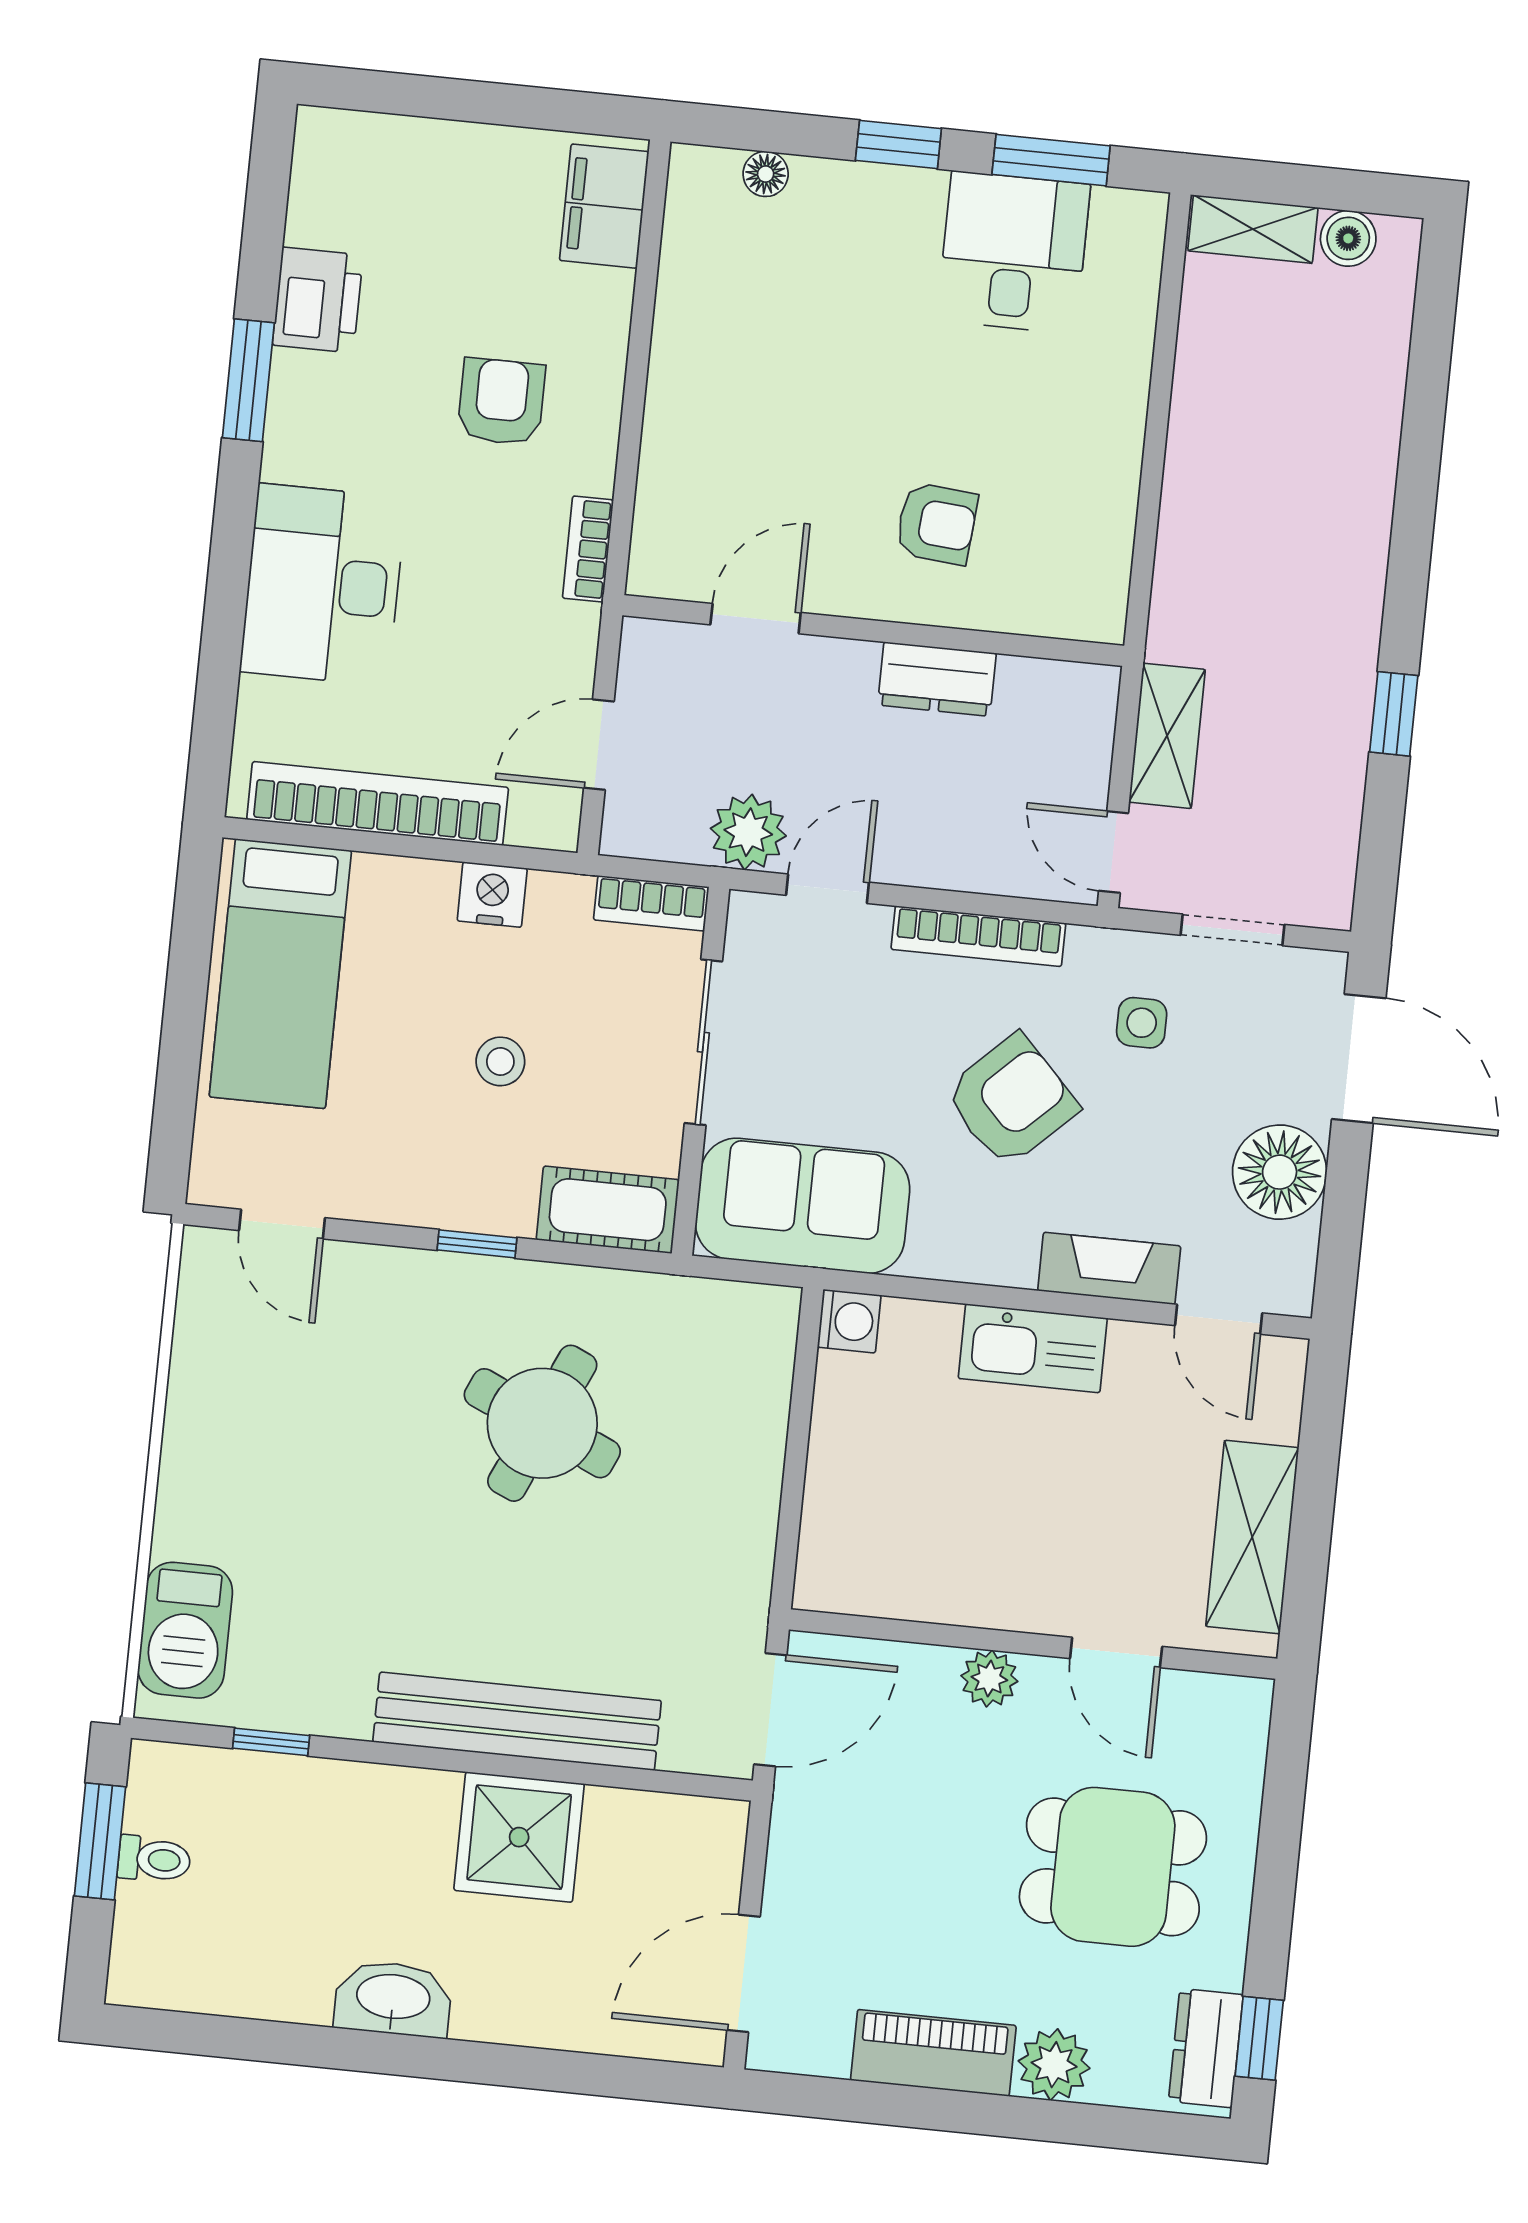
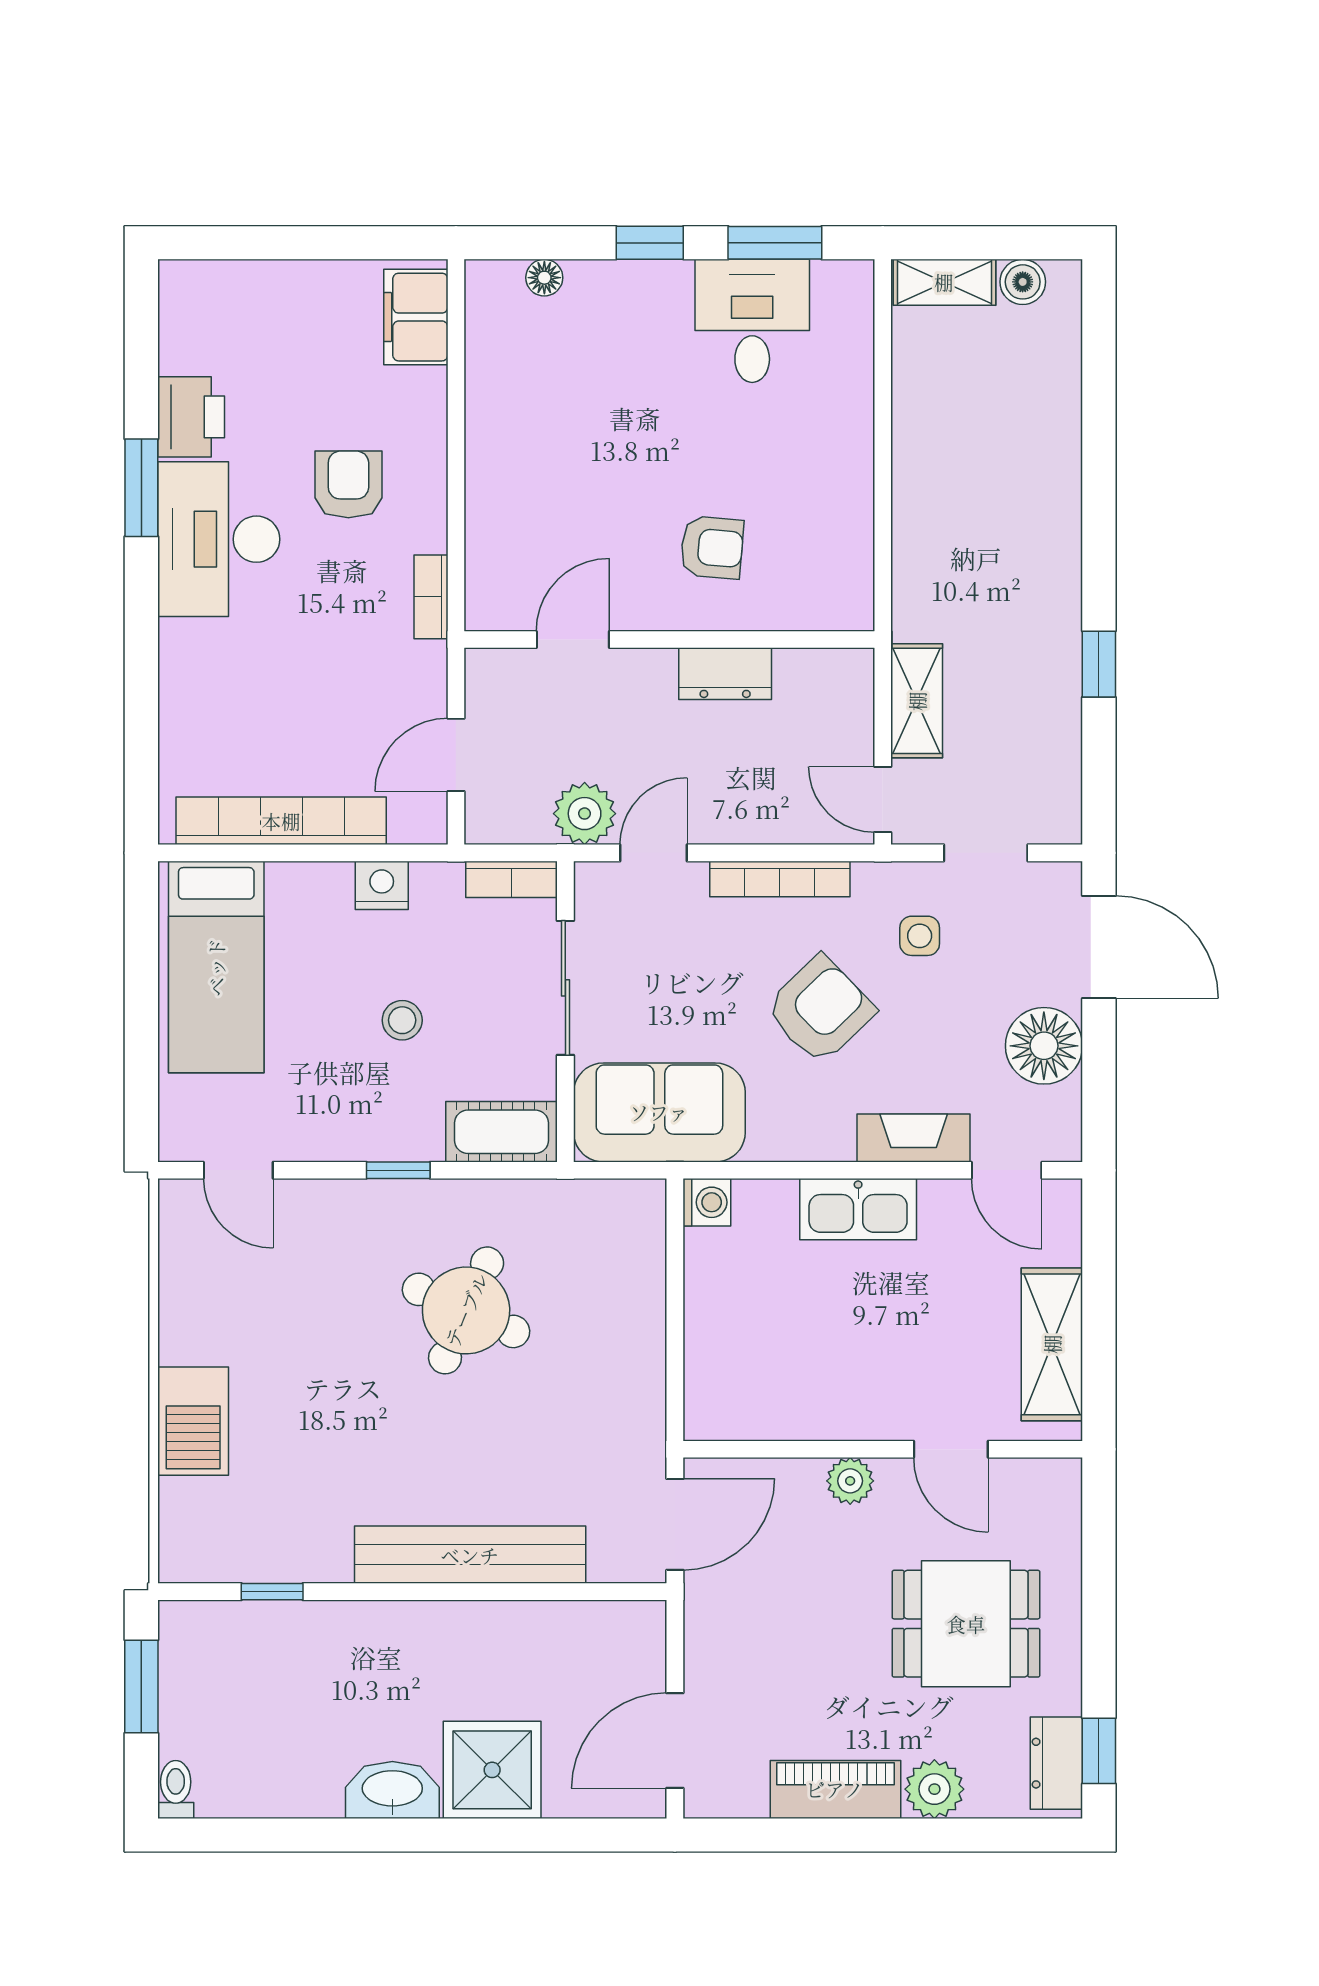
desk: (323, 585) -> (219, 539), moved
barbecue: (185, 1630) -> (193, 1421), moved
shower: (519, 1837) -> (492, 1770), moved
toilet: (154, 1859) -> (176, 1790), moved, turned -90

